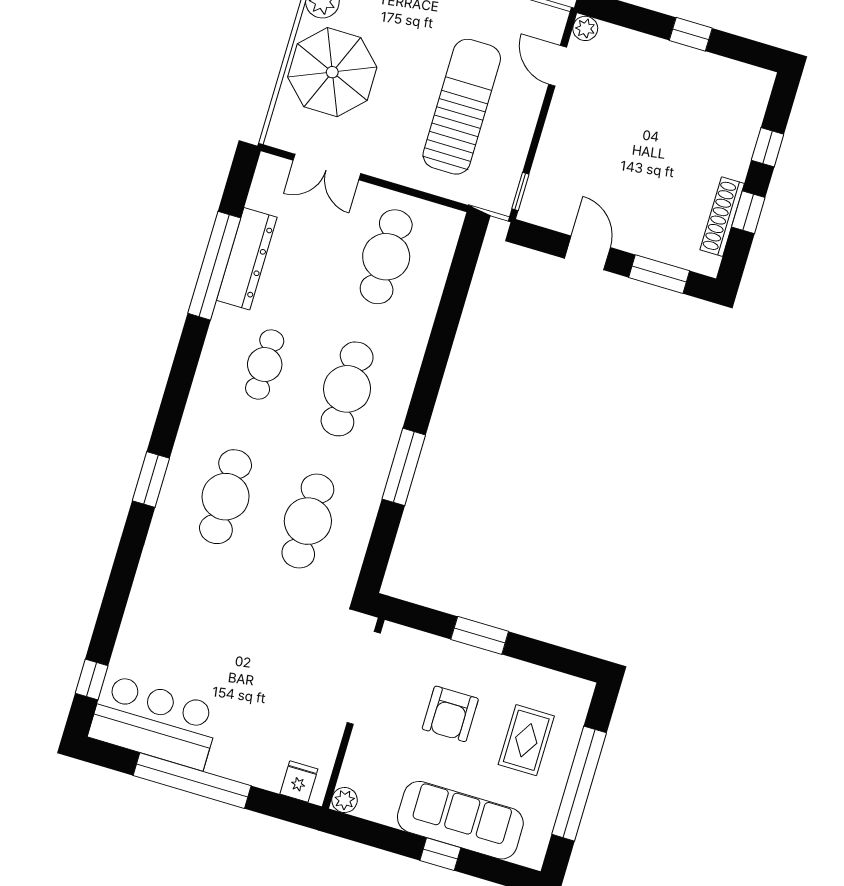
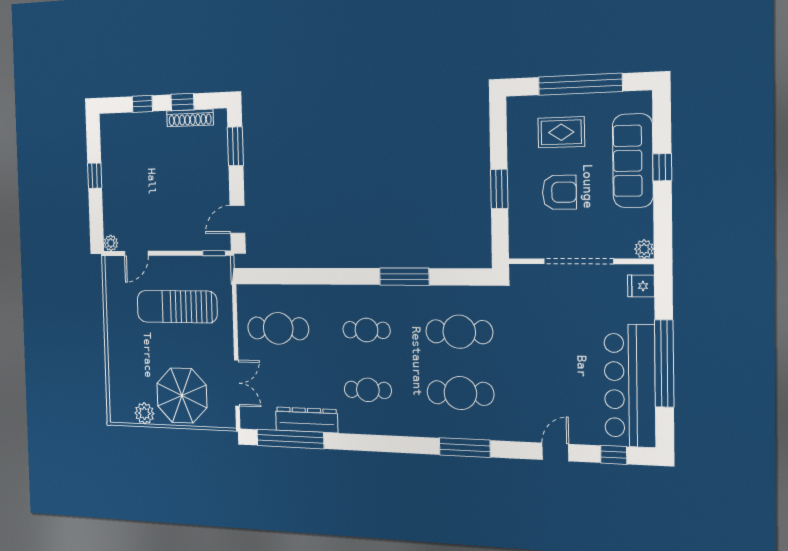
door: (587, 253) -> (237, 219), moved
window: (214, 266) -> (290, 439), moved
cafe table: (347, 389) -> (366, 330), width x0.73, depth x0.74
window: (151, 480) -> (465, 448), width x1.44
door: (114, 603) -> (555, 452), added
doorway: (364, 678) -> (578, 261), moved
bar counter: (154, 722) -> (630, 386), width x1.36

